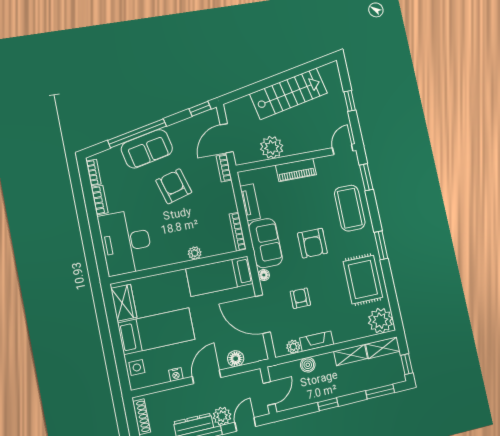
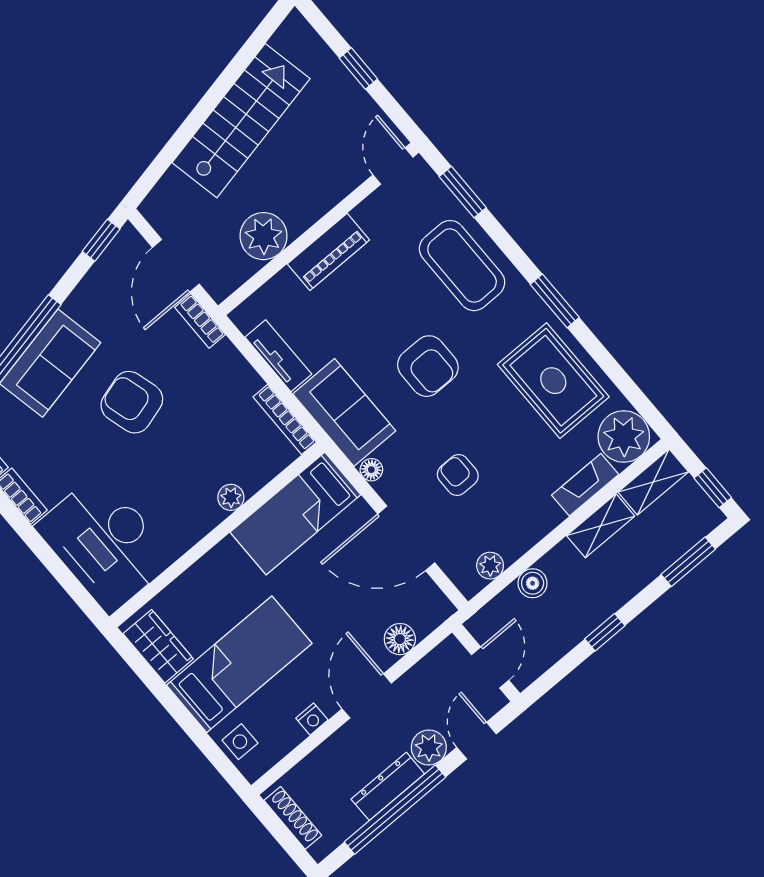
fireplace: (317, 341) -> (585, 485), moved

